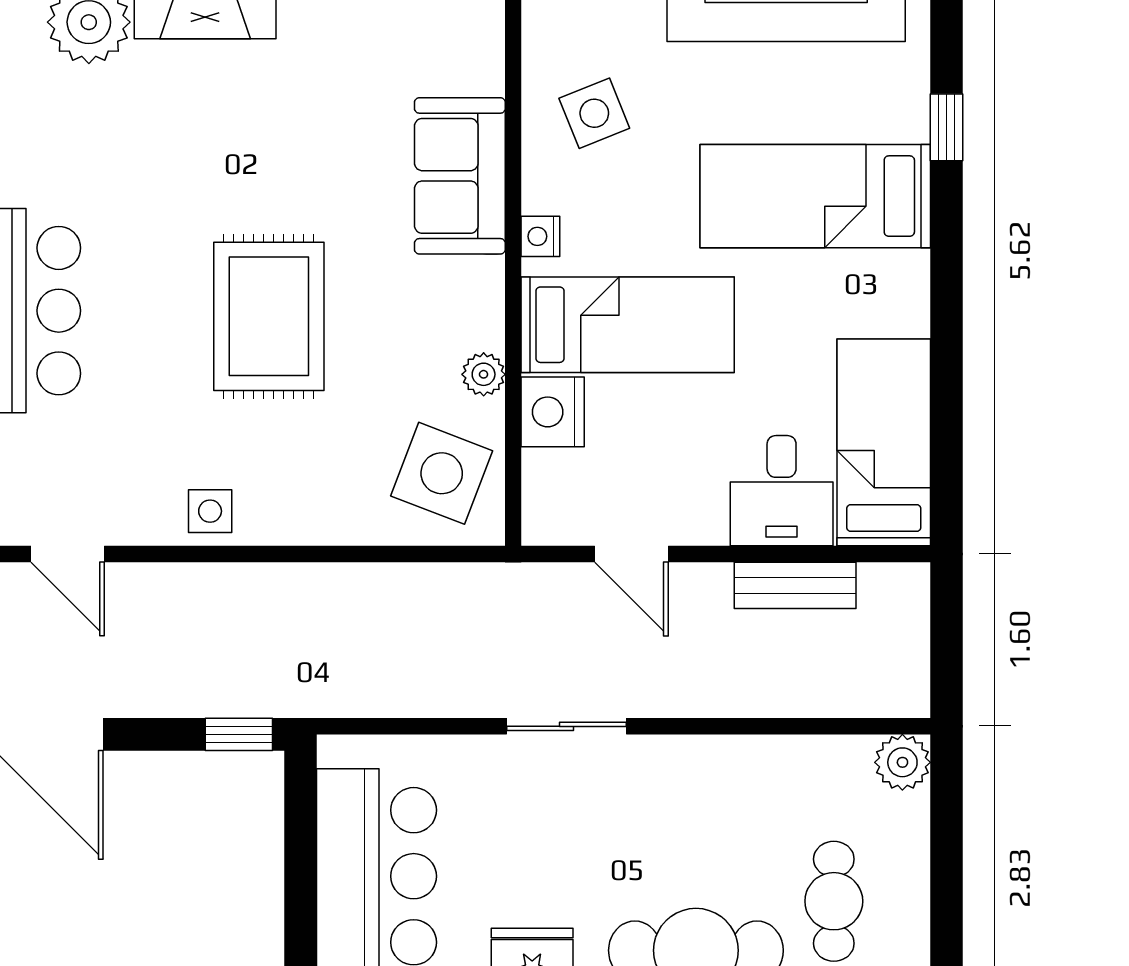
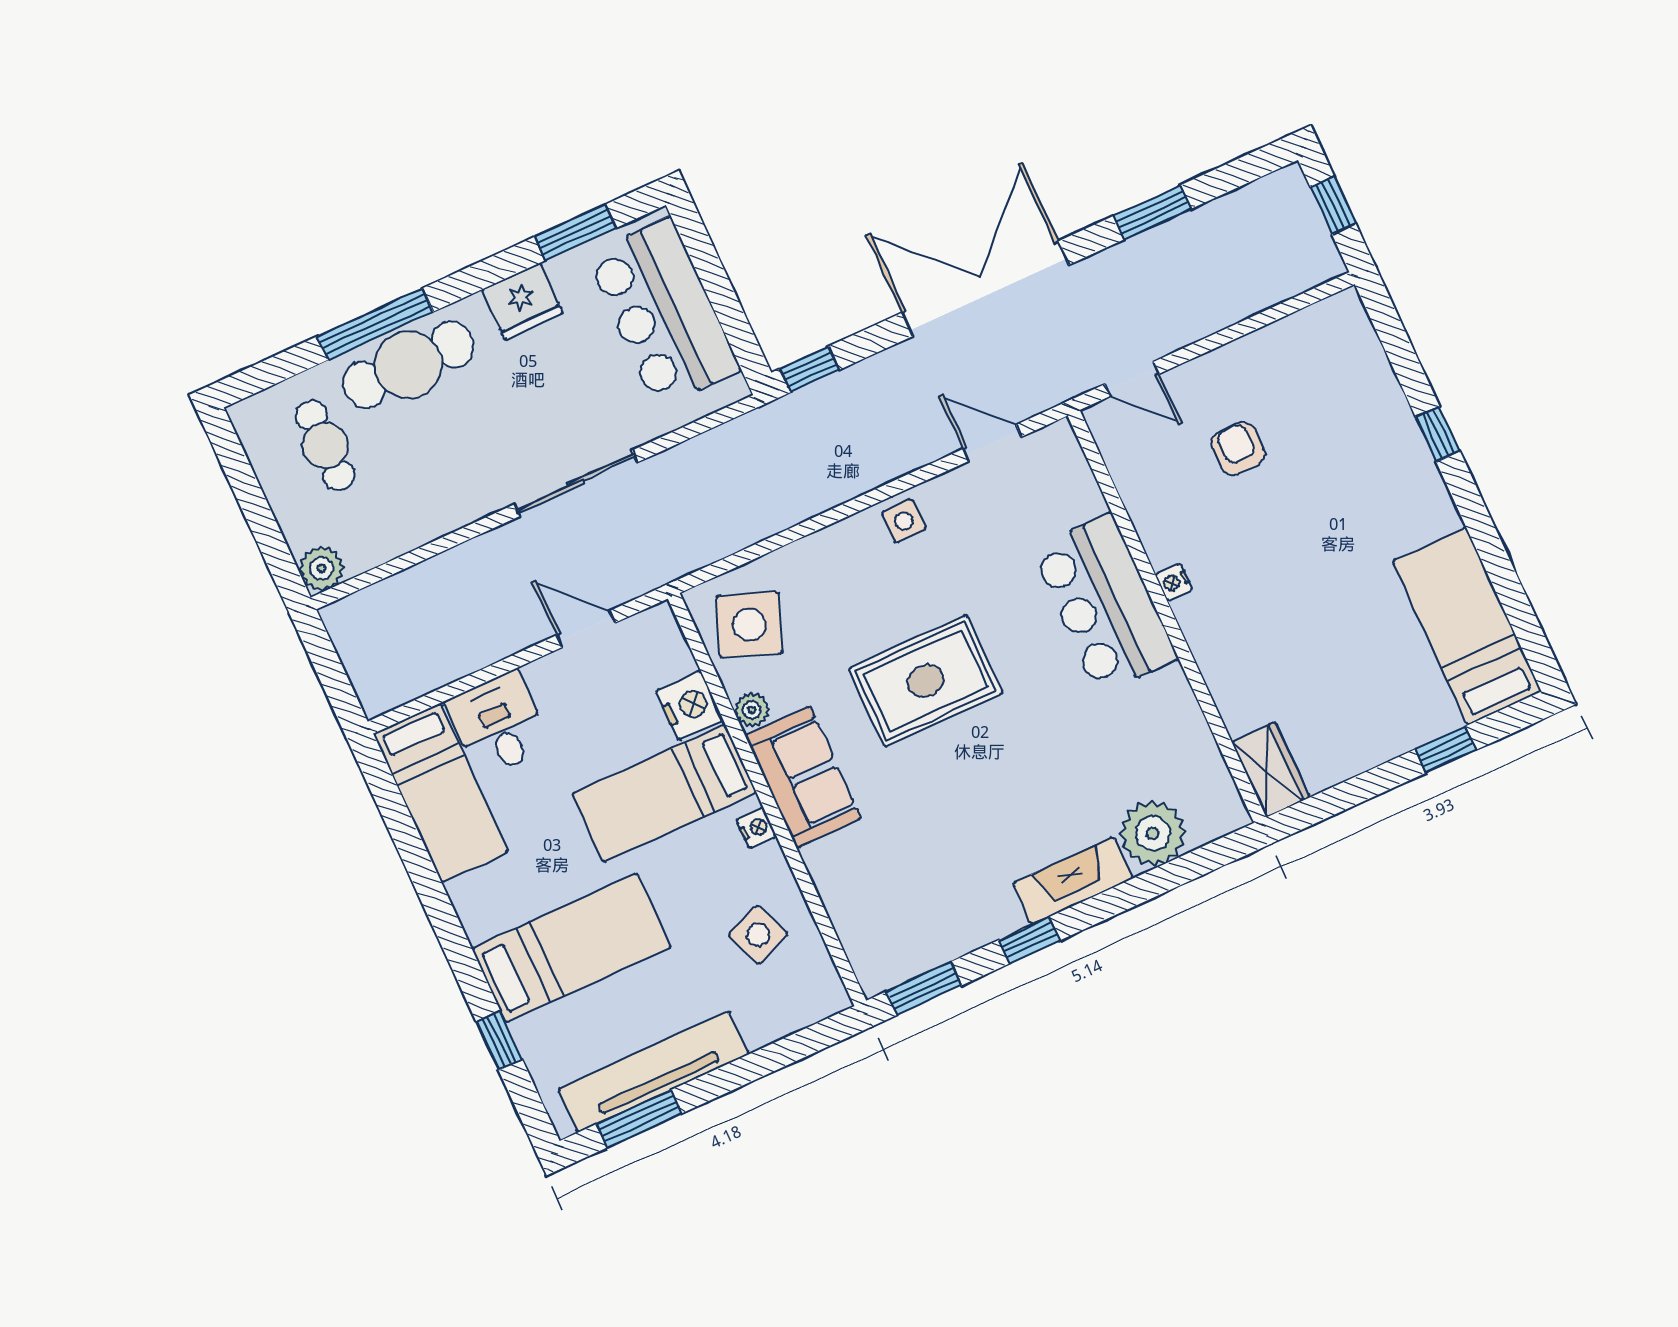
sofa: (460, 176) -> (803, 777), moved
rug: (269, 316) -> (926, 681), turned 90
bench: (795, 585) -> (457, 661), removed
sliding door: (566, 726) -> (576, 483), width x1.37

